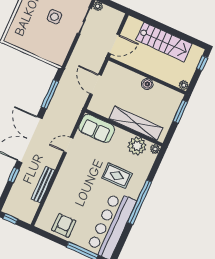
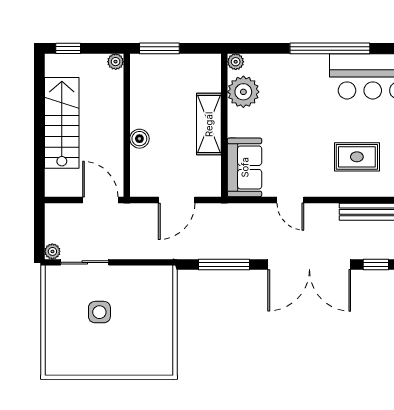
boiler: (147, 84) -> (139, 139), moved
shelving: (136, 123) -> (209, 124), width x0.68
rug: (117, 176) -> (357, 157), moved, turned 90

